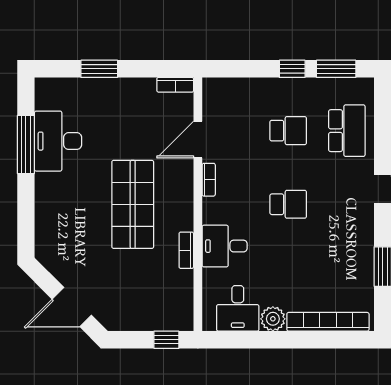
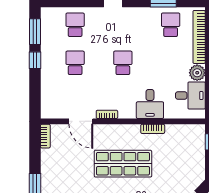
school desk: (347, 131) -> (75, 25), width x0.54
school desk: (347, 278) -> (171, 25), added

